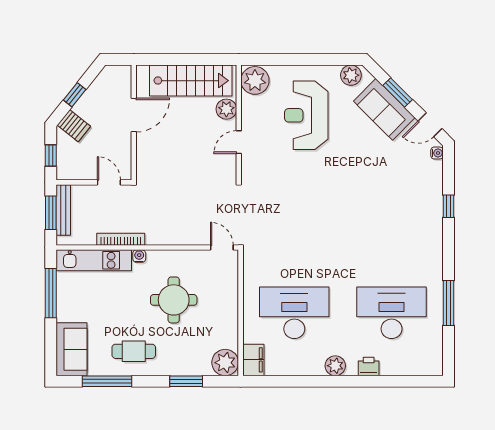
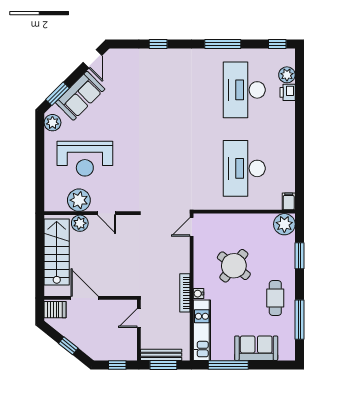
plant: (255, 80) -> (79, 200), moved
window: (398, 93) -> (58, 94), moved
server rack: (74, 126) -> (55, 310), moved, turned 51
water cooler: (437, 153) -> (115, 53), removed
bookcase: (121, 239) -> (185, 293), moved
round table: (174, 300) -> (234, 266), turned 38
window: (449, 303) -> (223, 44), moved
sofa: (72, 349) -> (256, 348), moved
window: (449, 354) -> (277, 44), added
filing cabinet: (253, 360) -> (289, 201), width x0.50
plant: (335, 366) -> (287, 75), moved
printer: (369, 366) -> (288, 92), moved

